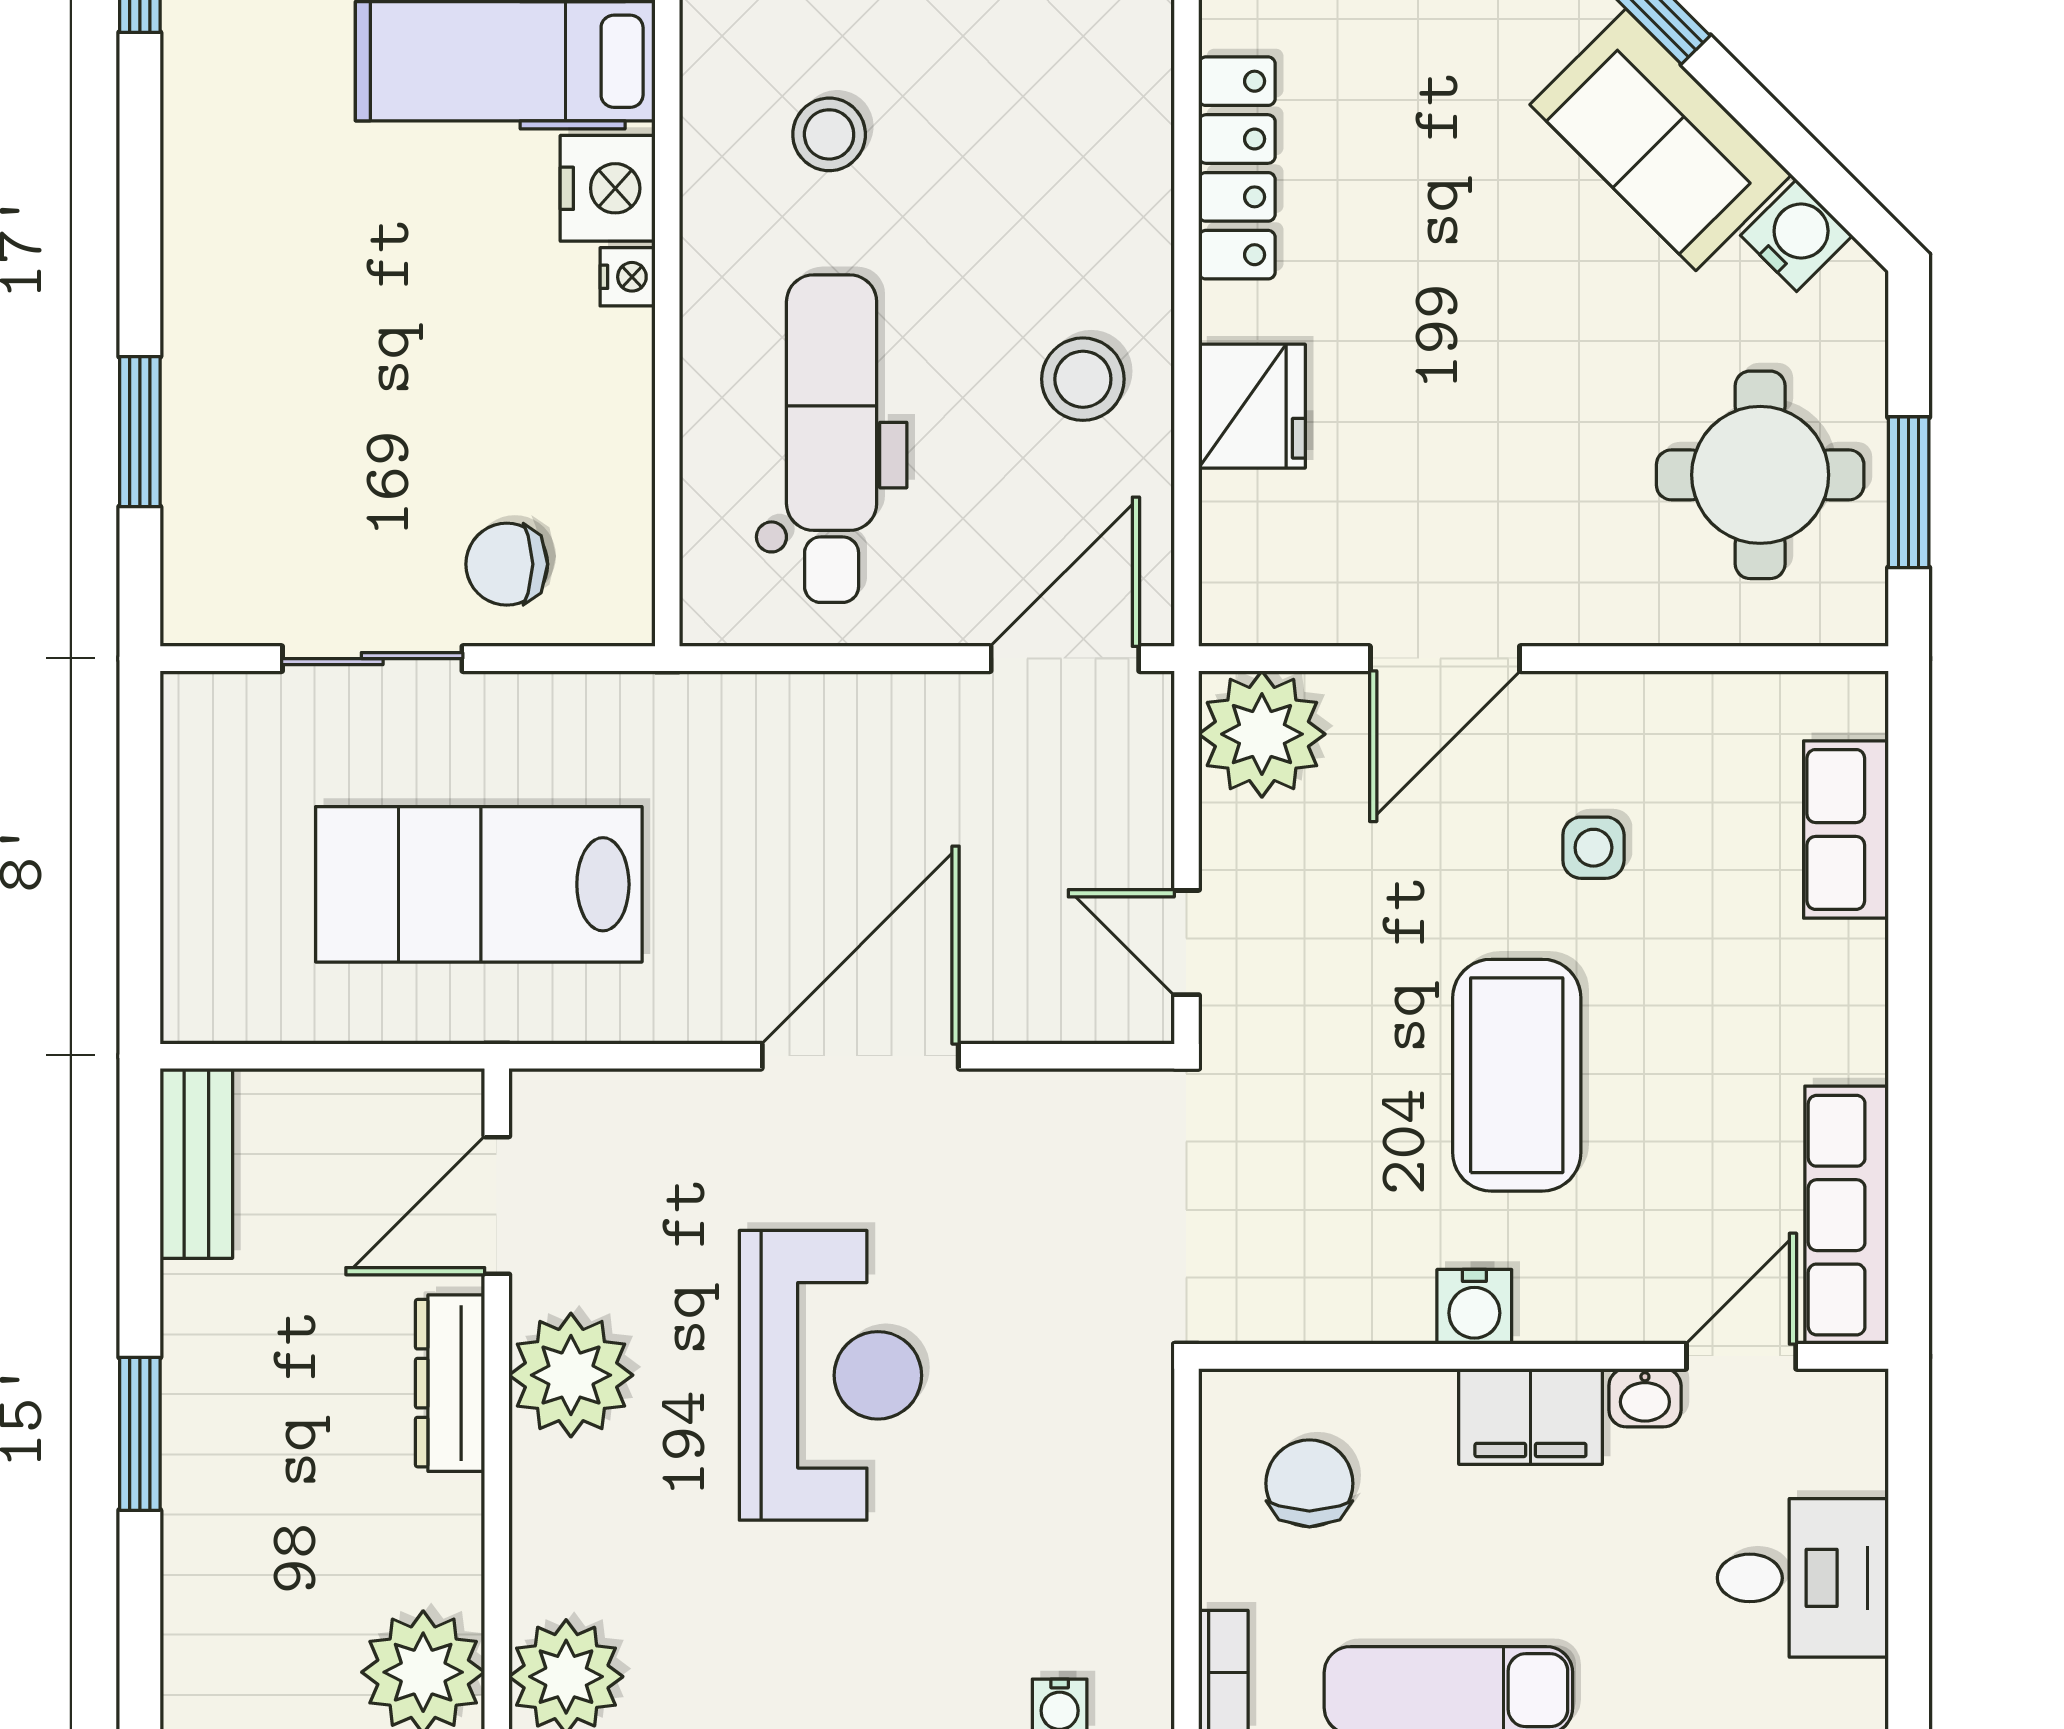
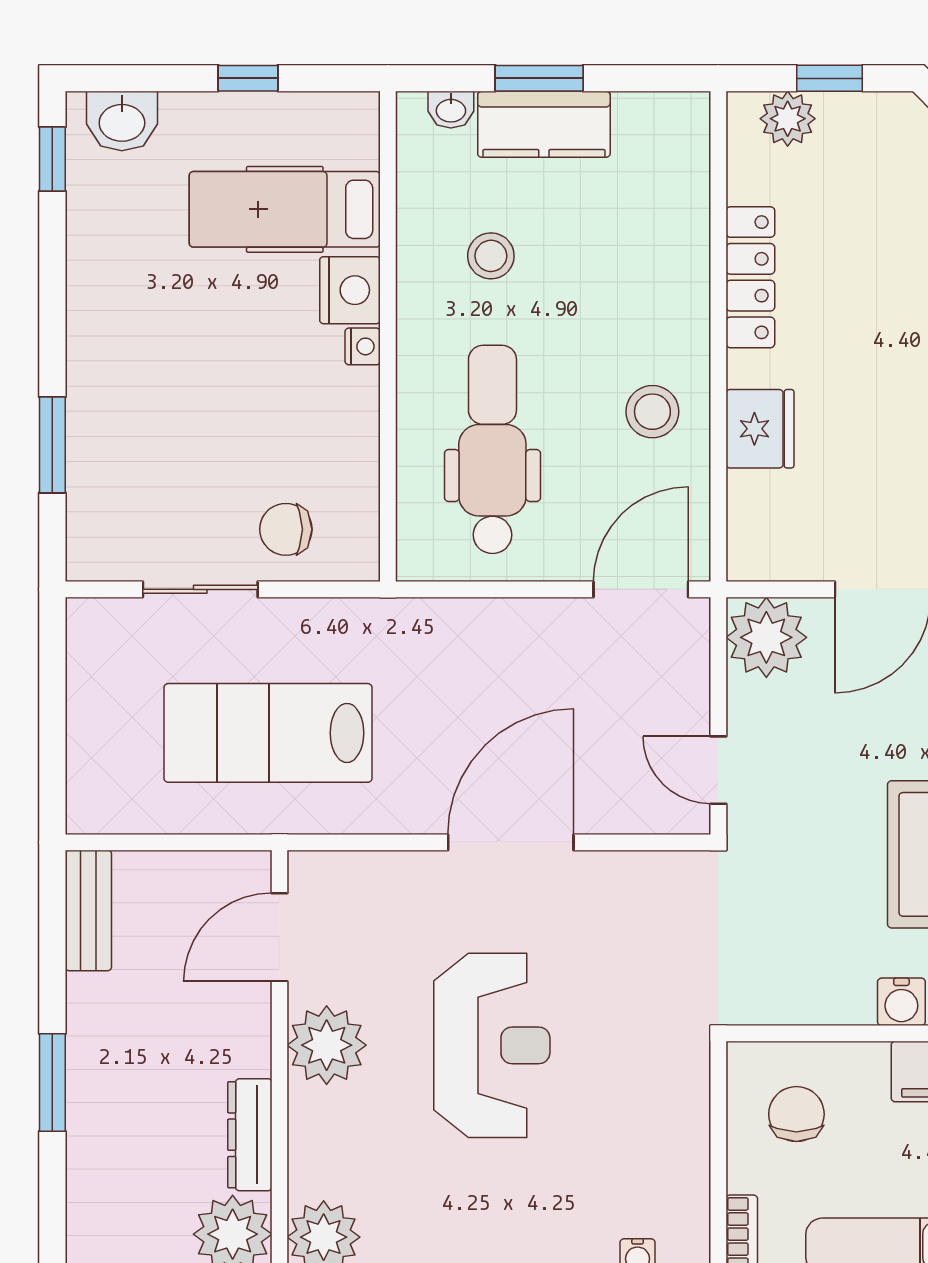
dresser: (450, 1383) -> (250, 1135), moved

